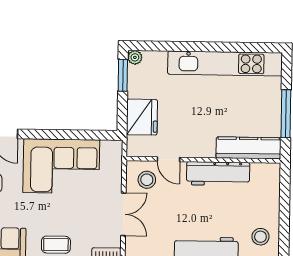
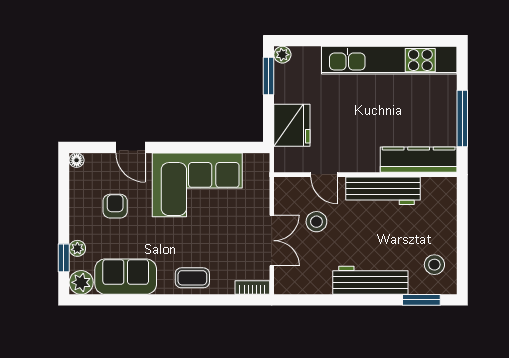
stool: (147, 180) -> (316, 222), moved

